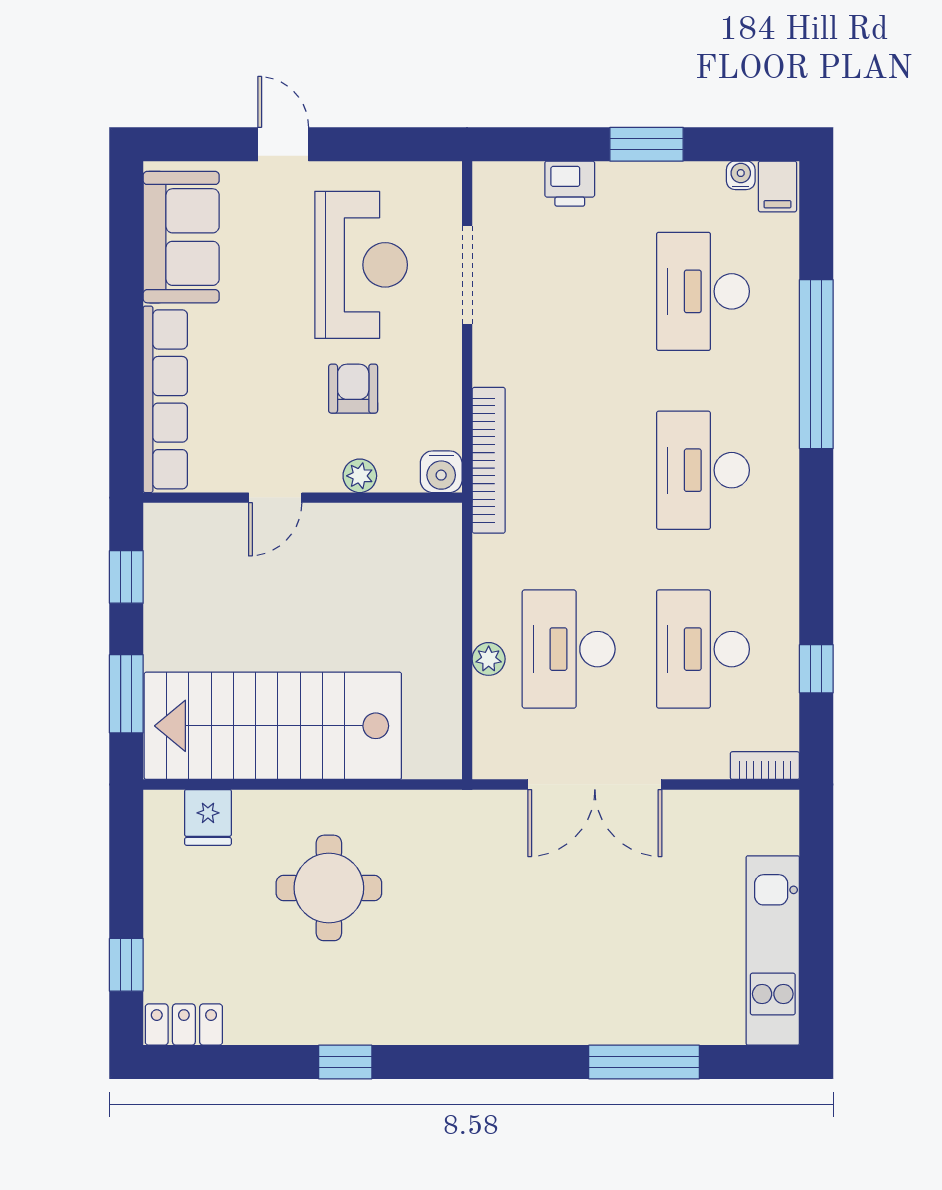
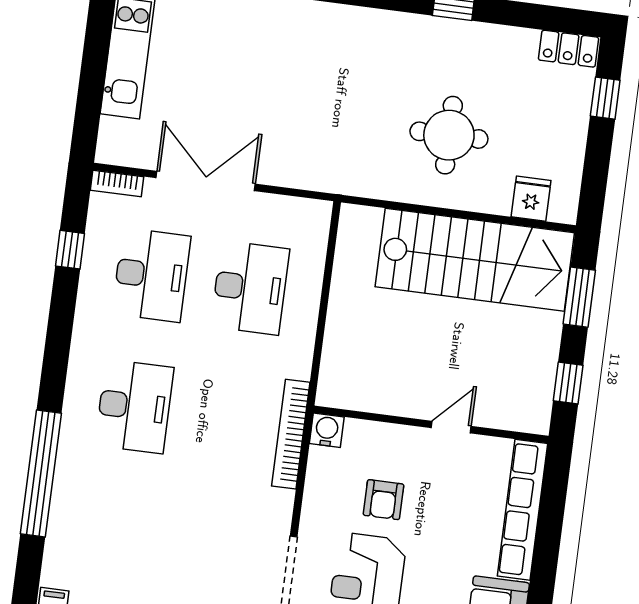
desk: (703, 291) -> (117, 538), removed
plant: (360, 476) -> (387, 435), removed
plant: (489, 659) -> (310, 288), removed
double door: (595, 784) -> (206, 181), moved

